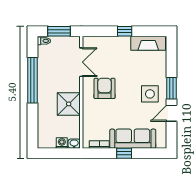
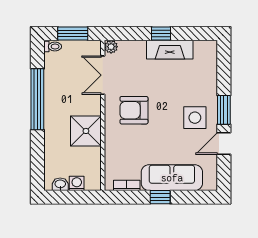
plant: (87, 41) -> (111, 47), added
fireplace: (148, 43) -> (170, 50), moved
double door: (81, 62) -> (103, 75), swing flipped
armchair: (105, 88) -> (134, 110), turned -90
washbasin: (74, 144) -> (60, 184), moved

